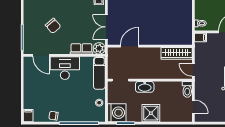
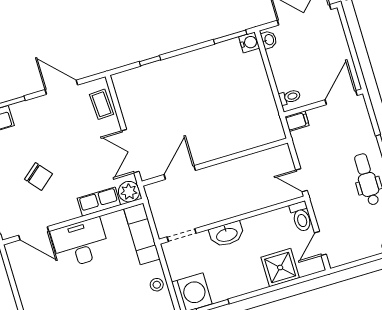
wardrobe: (177, 53) -> (264, 161), removed
door: (193, 107) -> (320, 243), swing flipped
shower: (151, 113) -> (280, 268), moved

